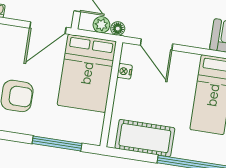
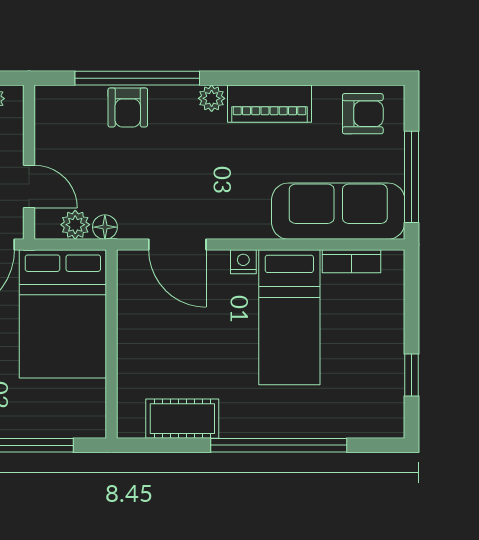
nightstand: (125, 71) -> (243, 262), moved, turned 90
cot: (145, 138) -> (182, 419), width x0.73, depth x0.75

